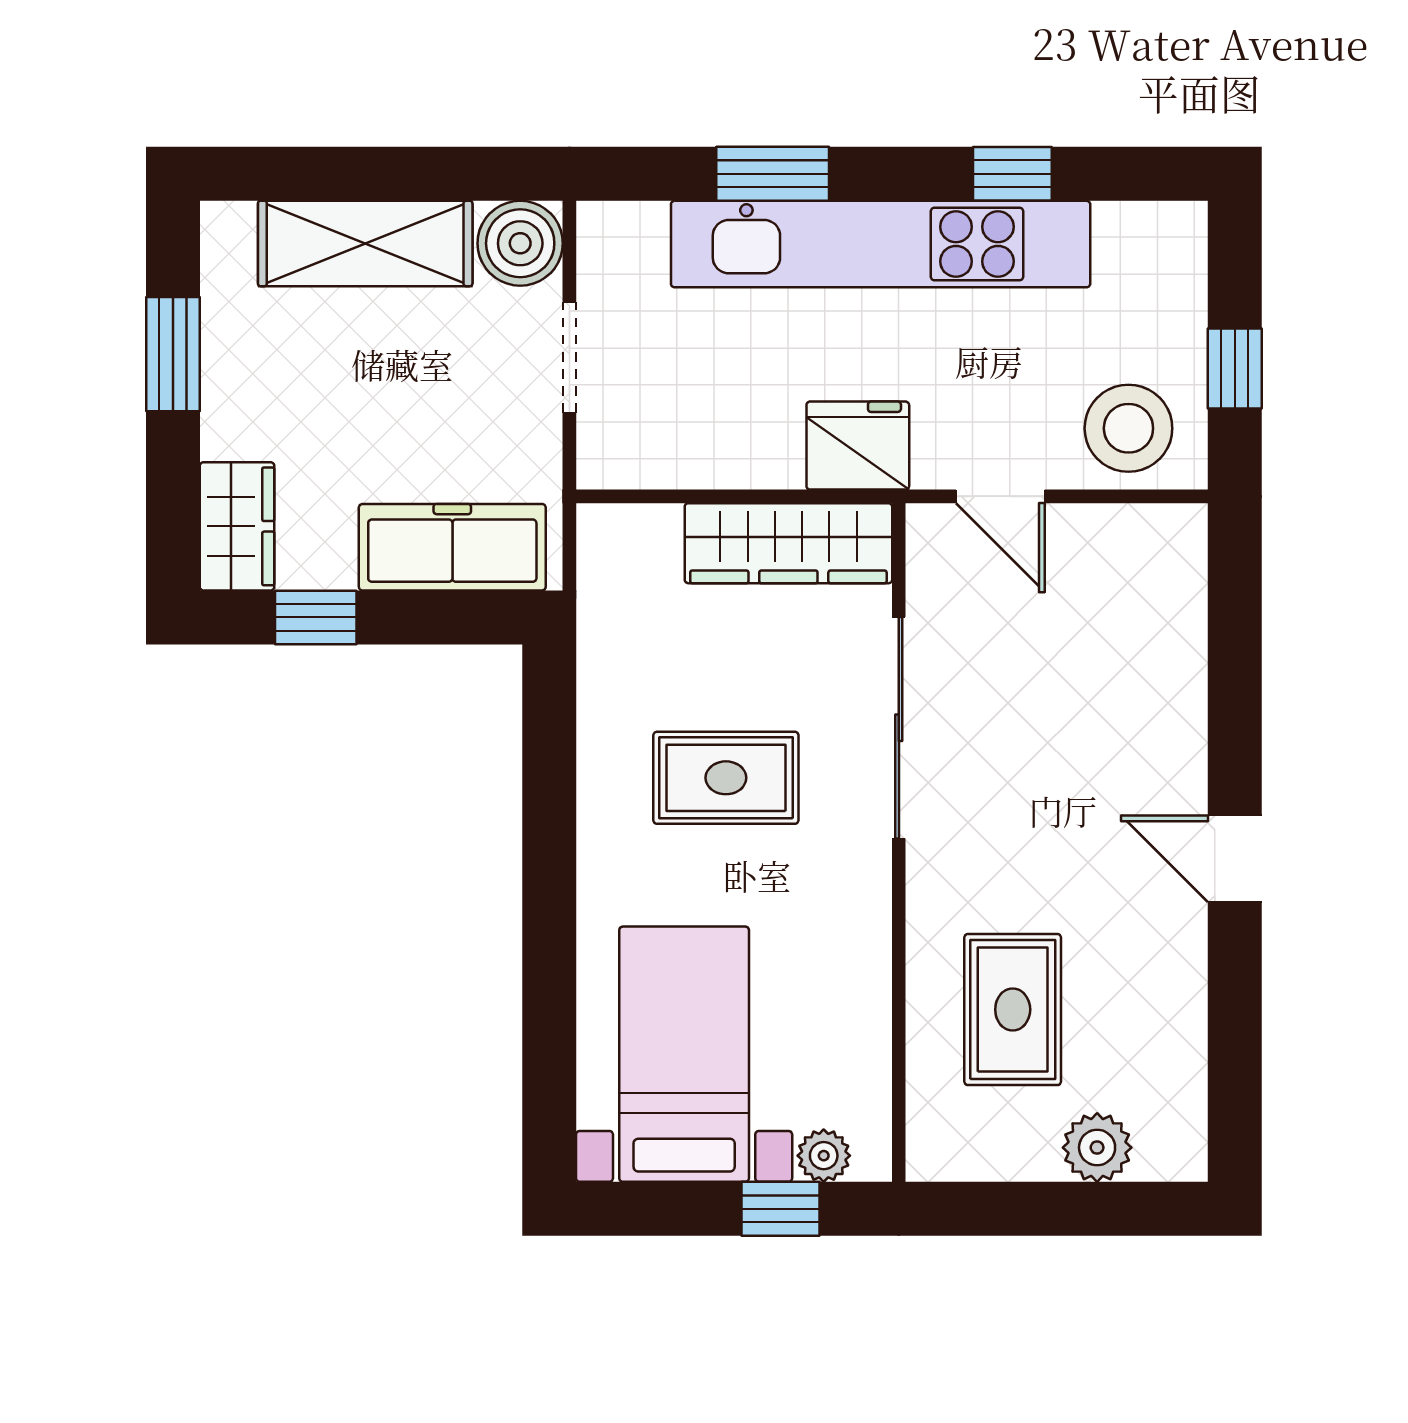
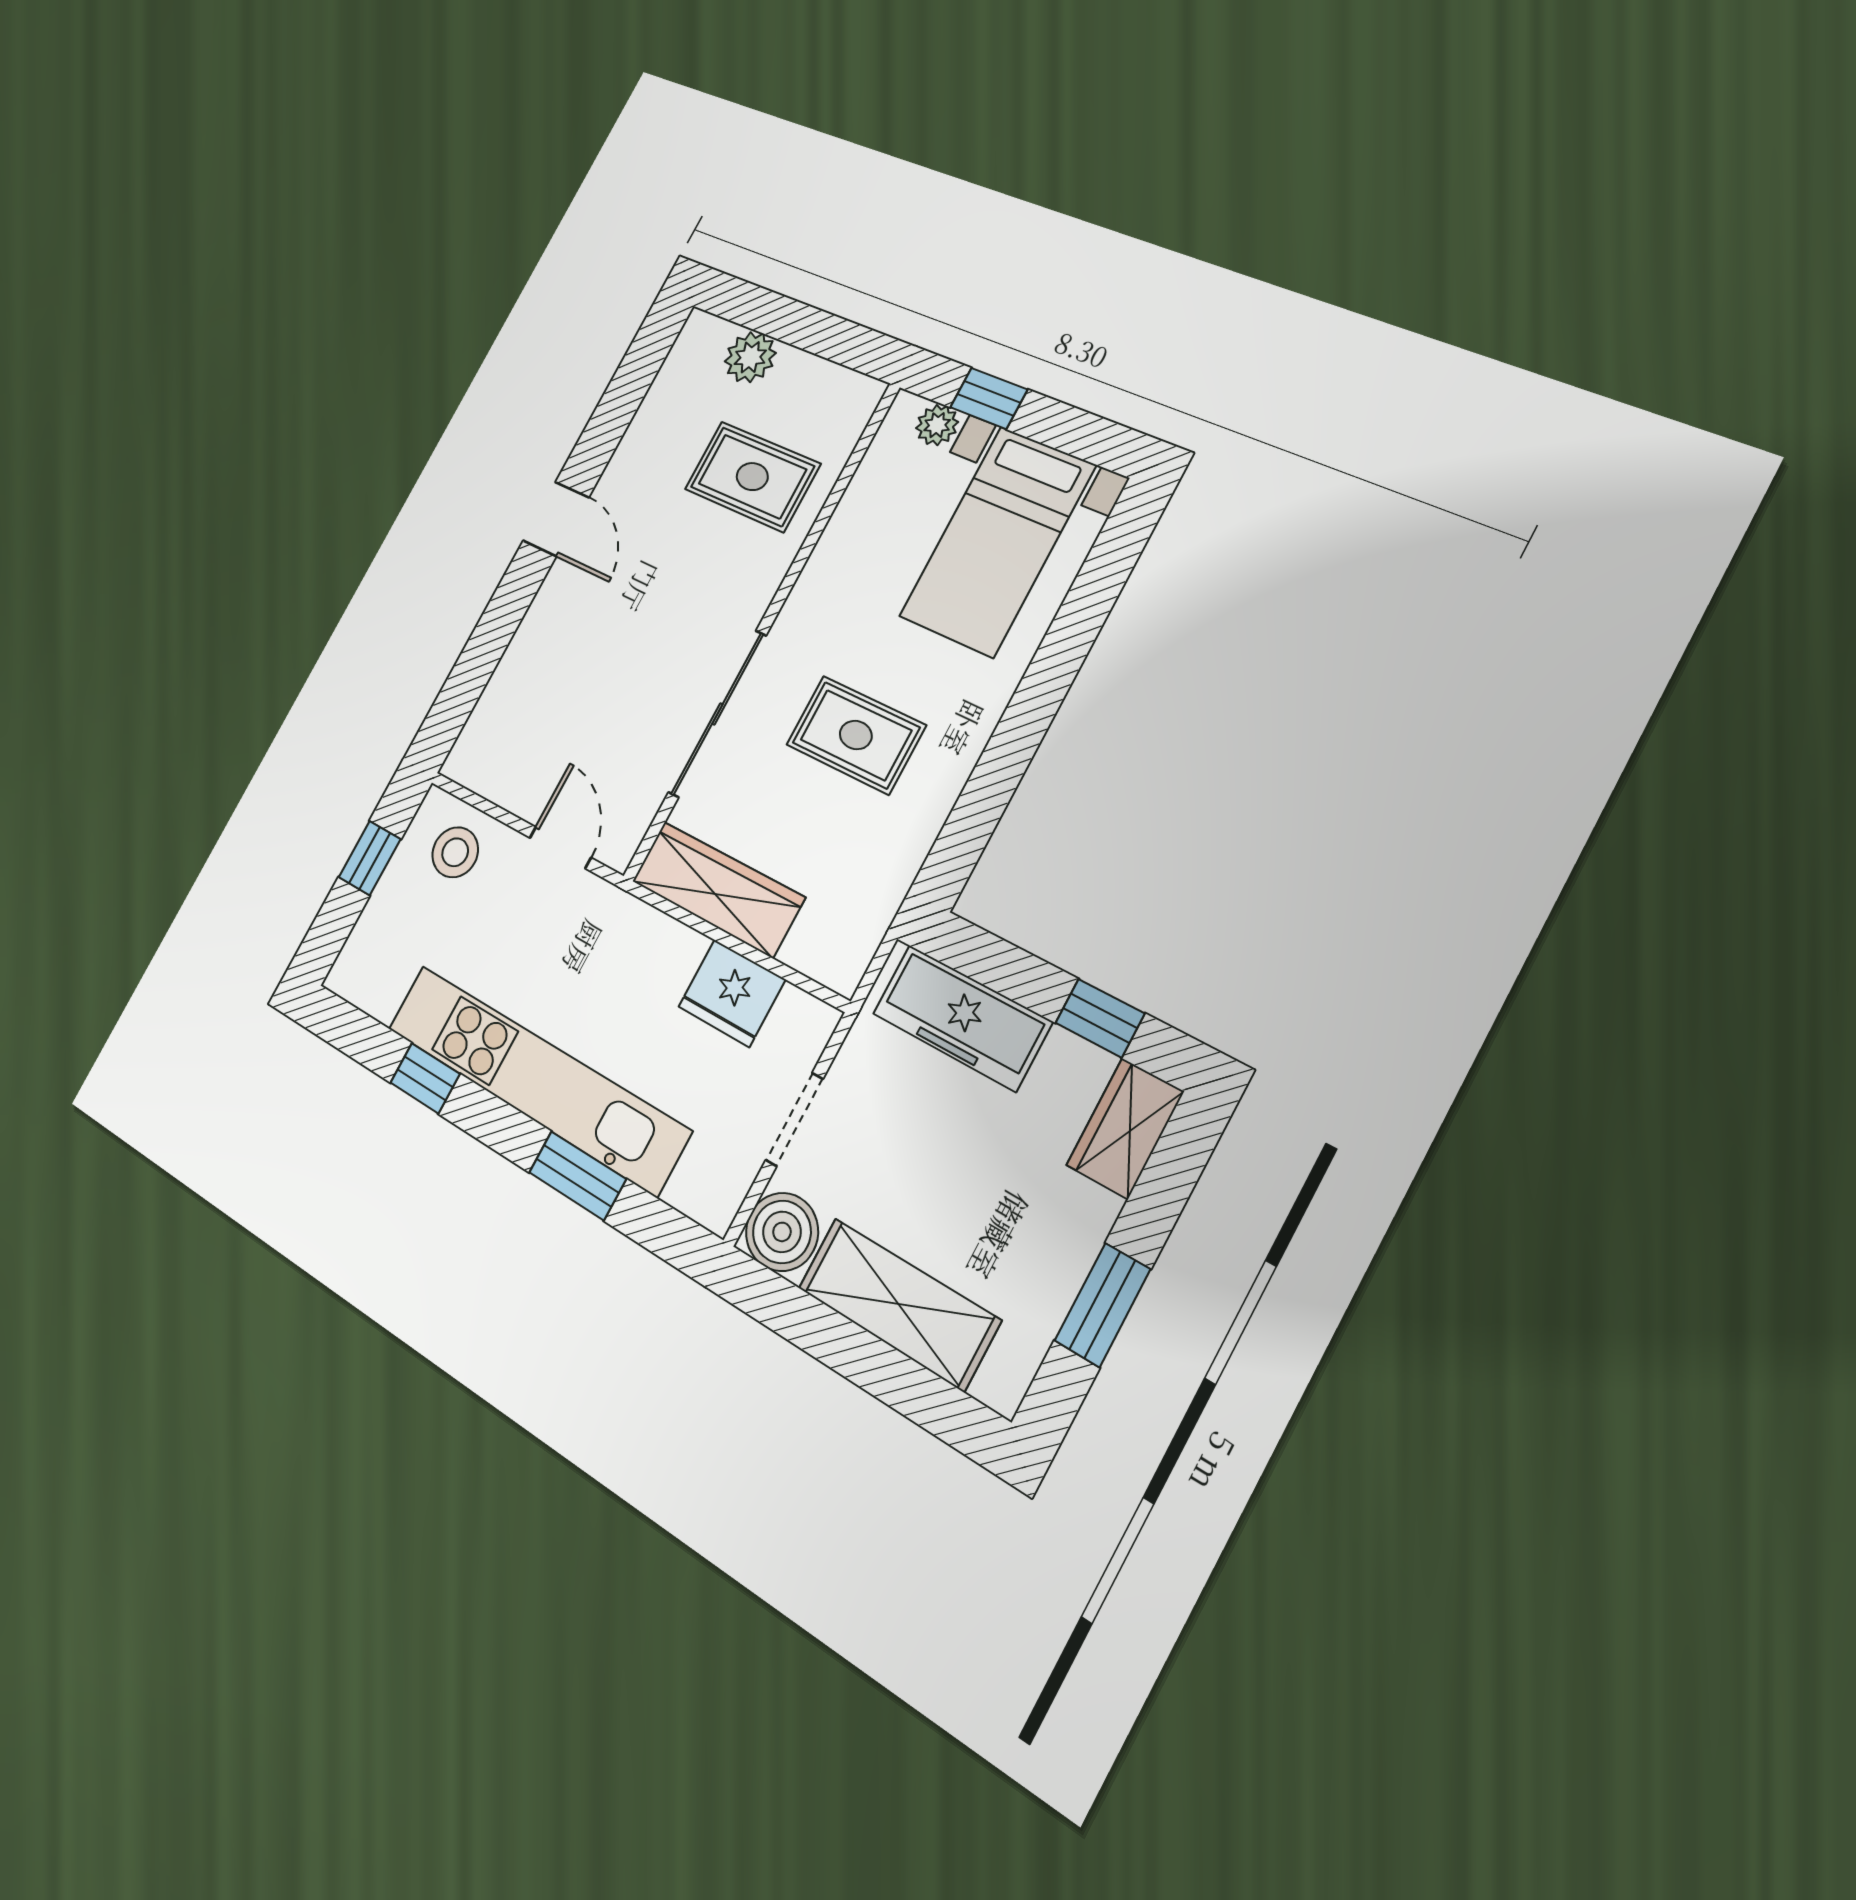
stool: (1128, 428) -> (455, 852), width x0.73, depth x0.73
fridge: (858, 446) -> (732, 993), moved
rug: (1013, 1010) -> (752, 477), turned 90

